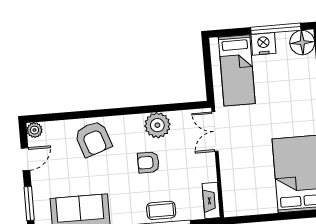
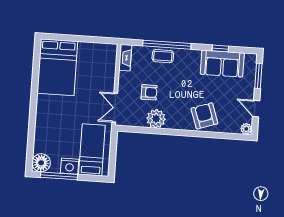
double door: (215, 131) -> (115, 108), swing flipped
door: (25, 159) -> (256, 109), hinge flipped
armchair: (148, 162) -> (149, 92), moved

